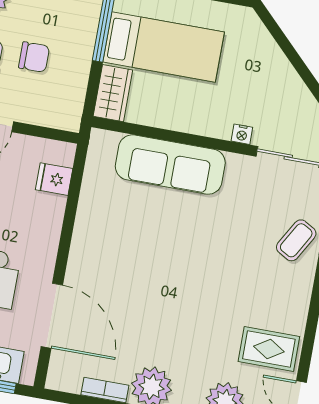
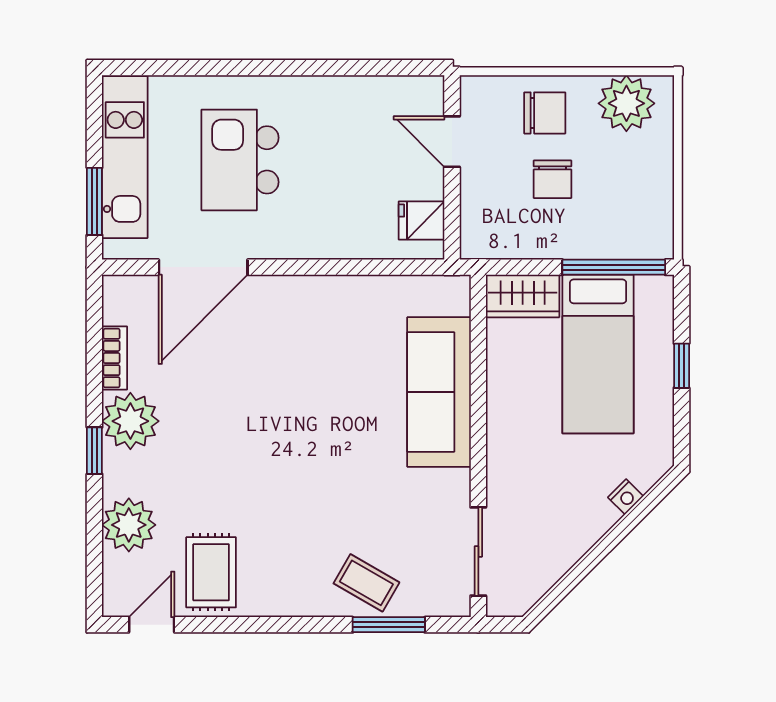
nightstand: (242, 134) -> (626, 497), moved, turned -135
fridge: (54, 179) -> (422, 221), moved, turned -90

